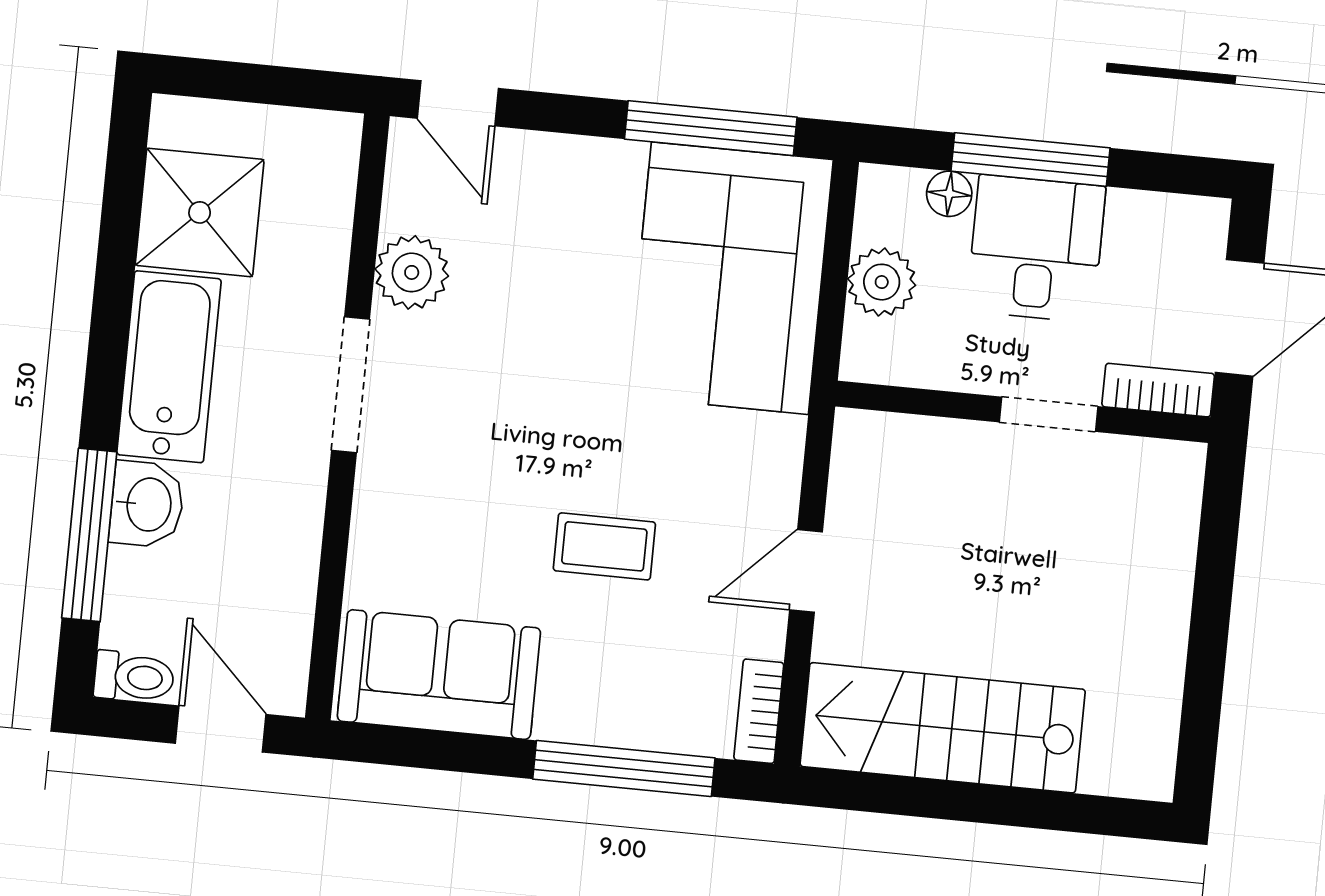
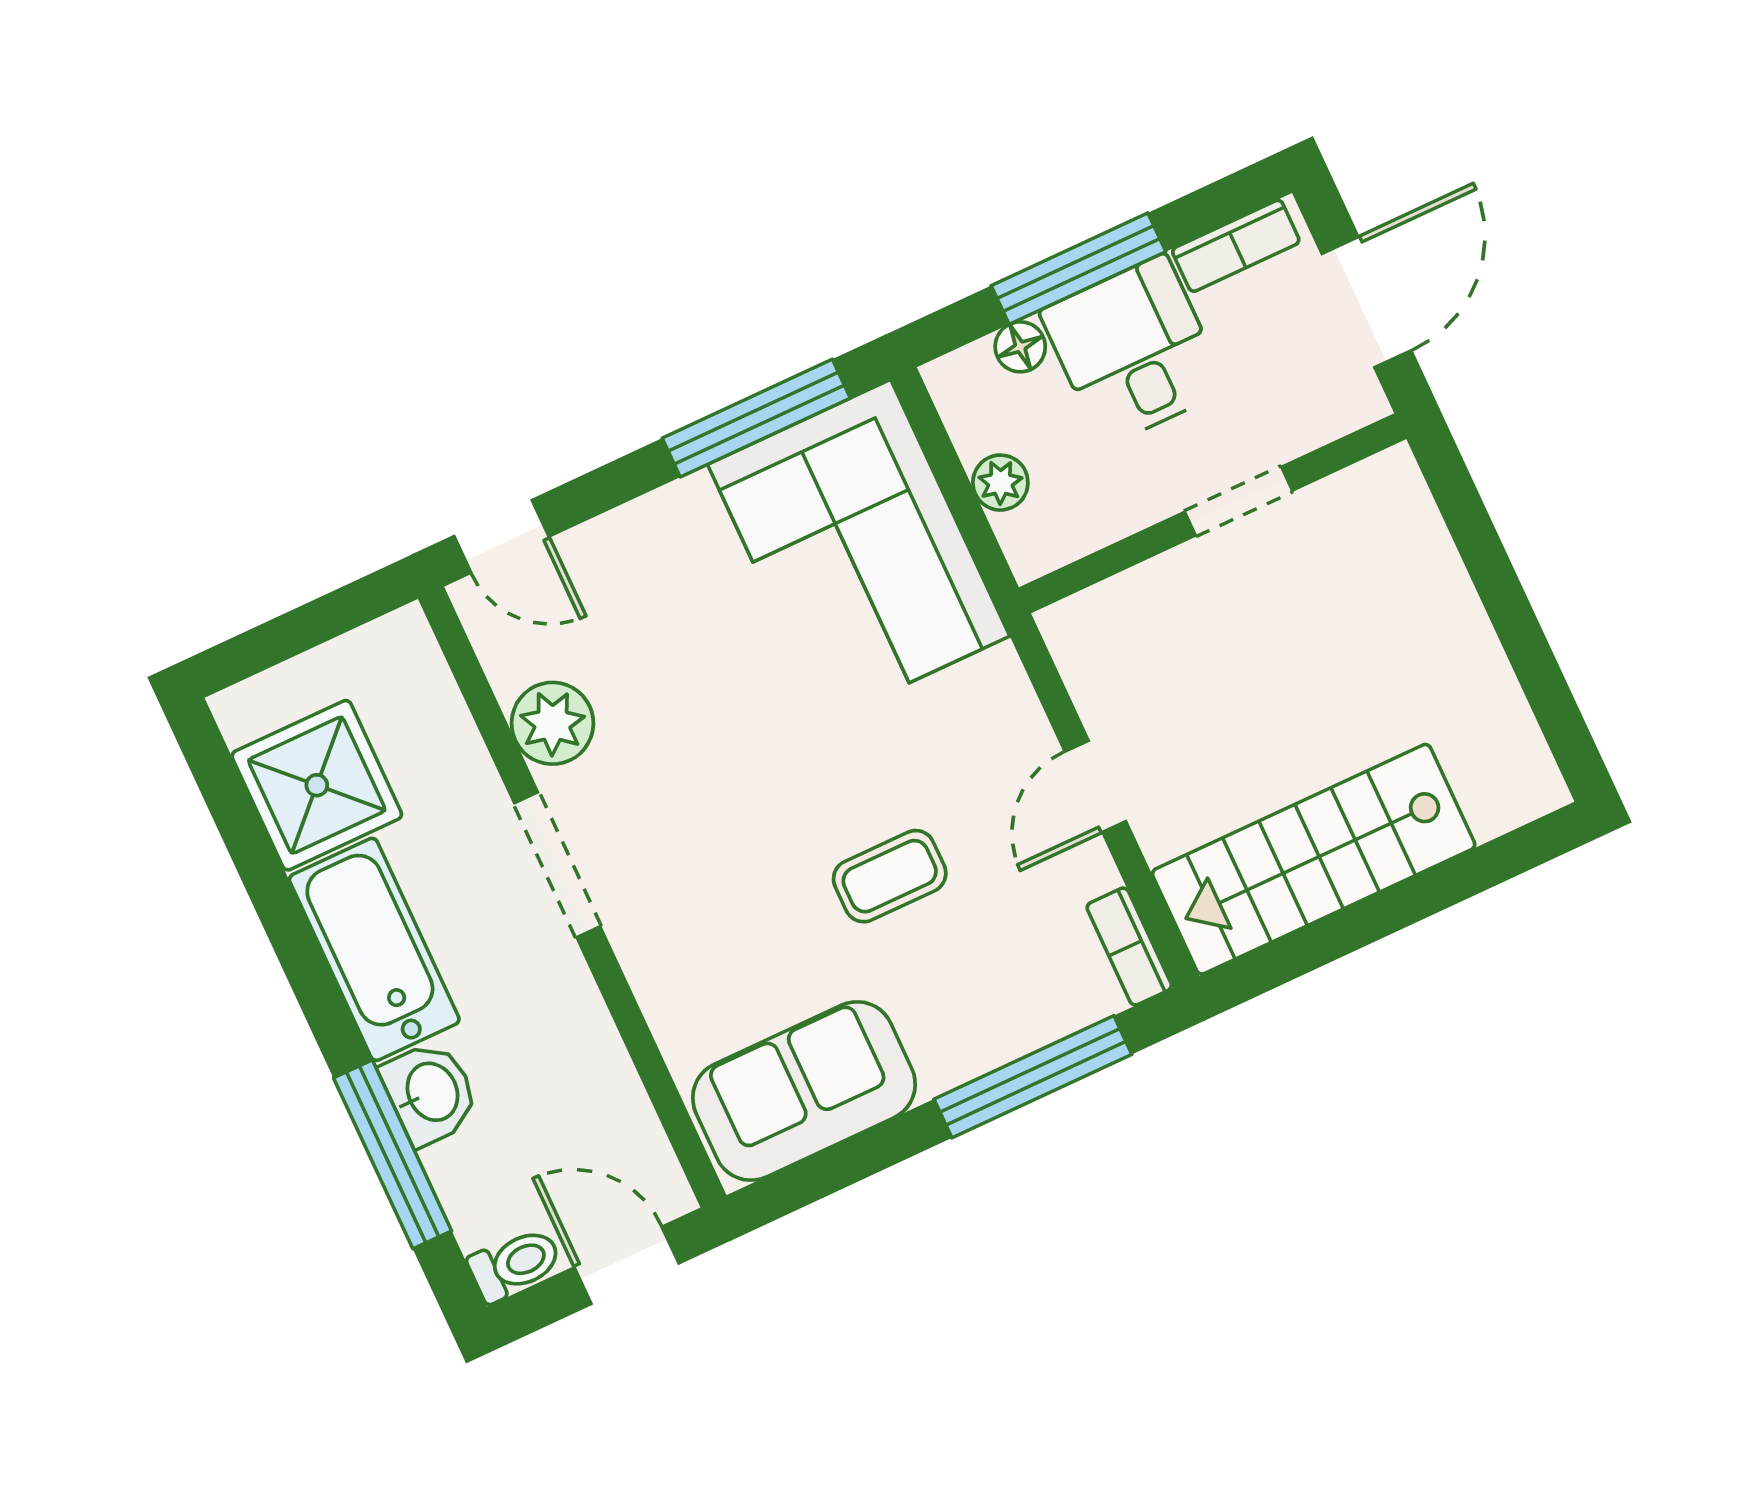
plant: (882, 282) -> (1000, 483), width x0.73, depth x0.73
bookcase: (1158, 390) -> (1236, 246), moved, turned 180

